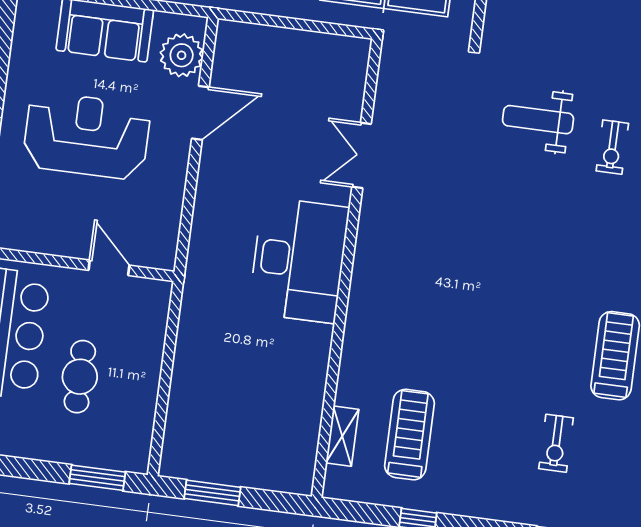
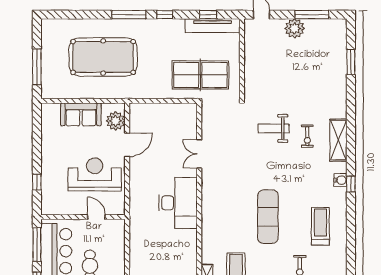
reception desk: (87, 136) -> (95, 174), moved
exercise mat: (499, 318) -> (268, 217), added

